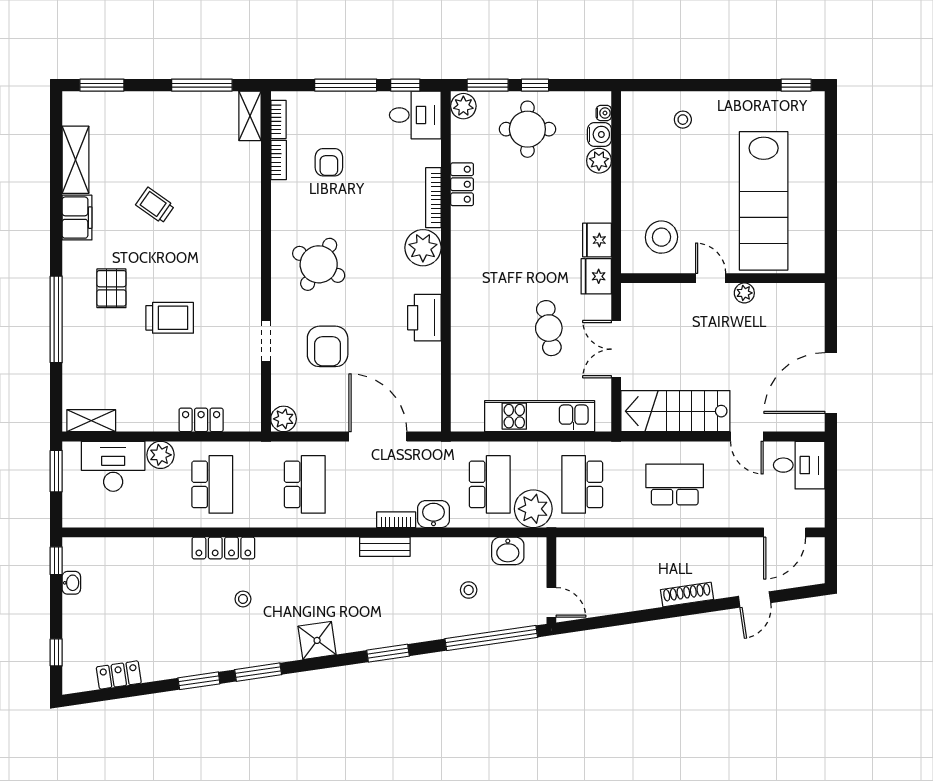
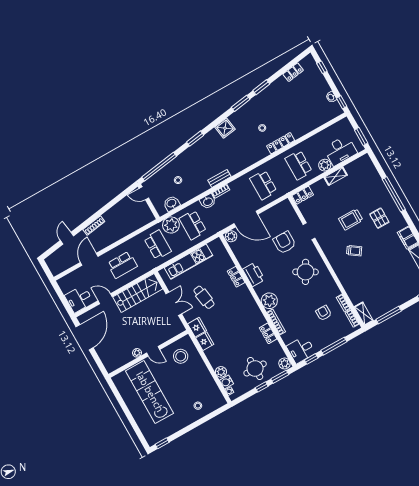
trolley: (155, 205) -> (354, 251), moved
locker: (462, 333) -> (236, 277), added
plant: (284, 419) -> (231, 236), moved
locker: (201, 420) -> (303, 195), moved
shelving: (91, 421) -> (336, 176), moved
door: (785, 532) -> (89, 259), moved

